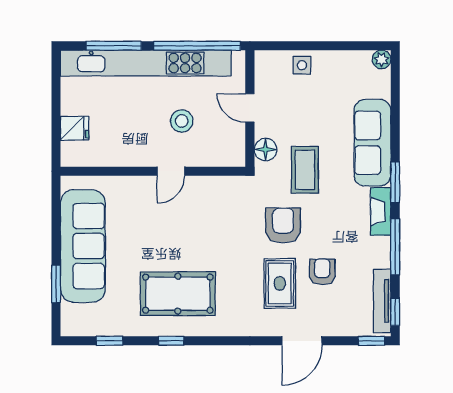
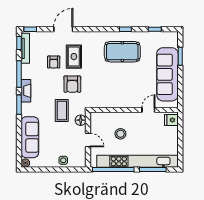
fridge: (75, 128) -> (171, 120), moved
sofa: (372, 143) -> (30, 137), moved
door: (171, 171) -> (148, 110), moved

